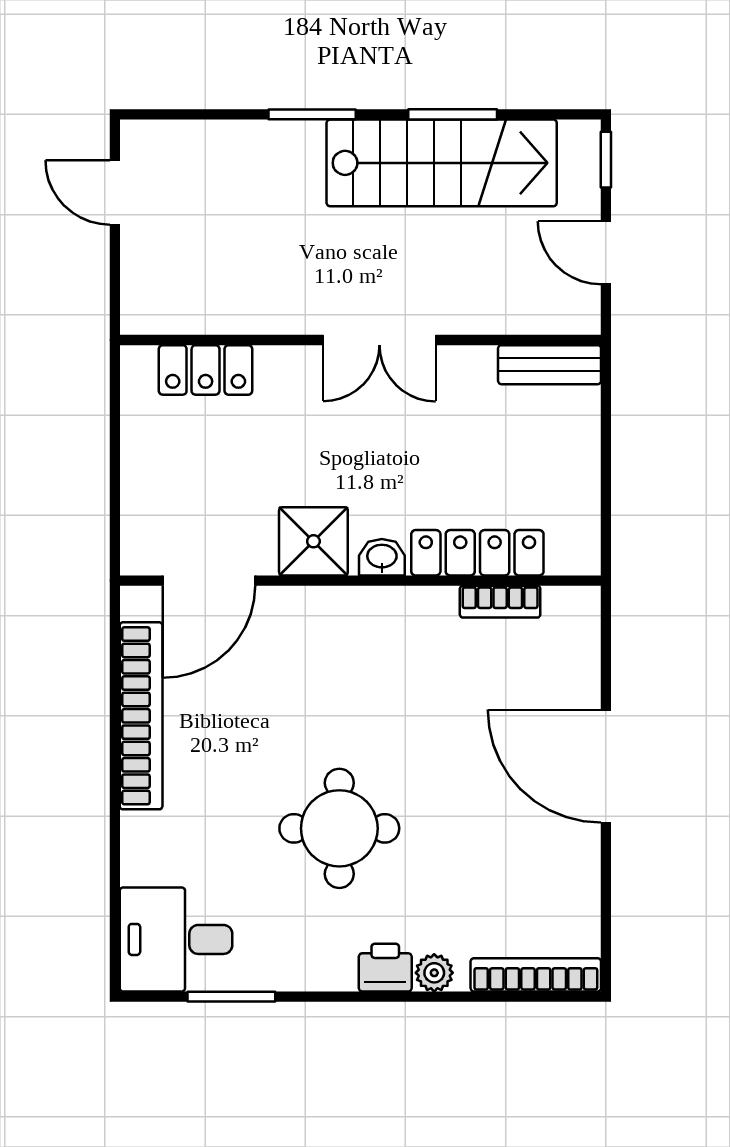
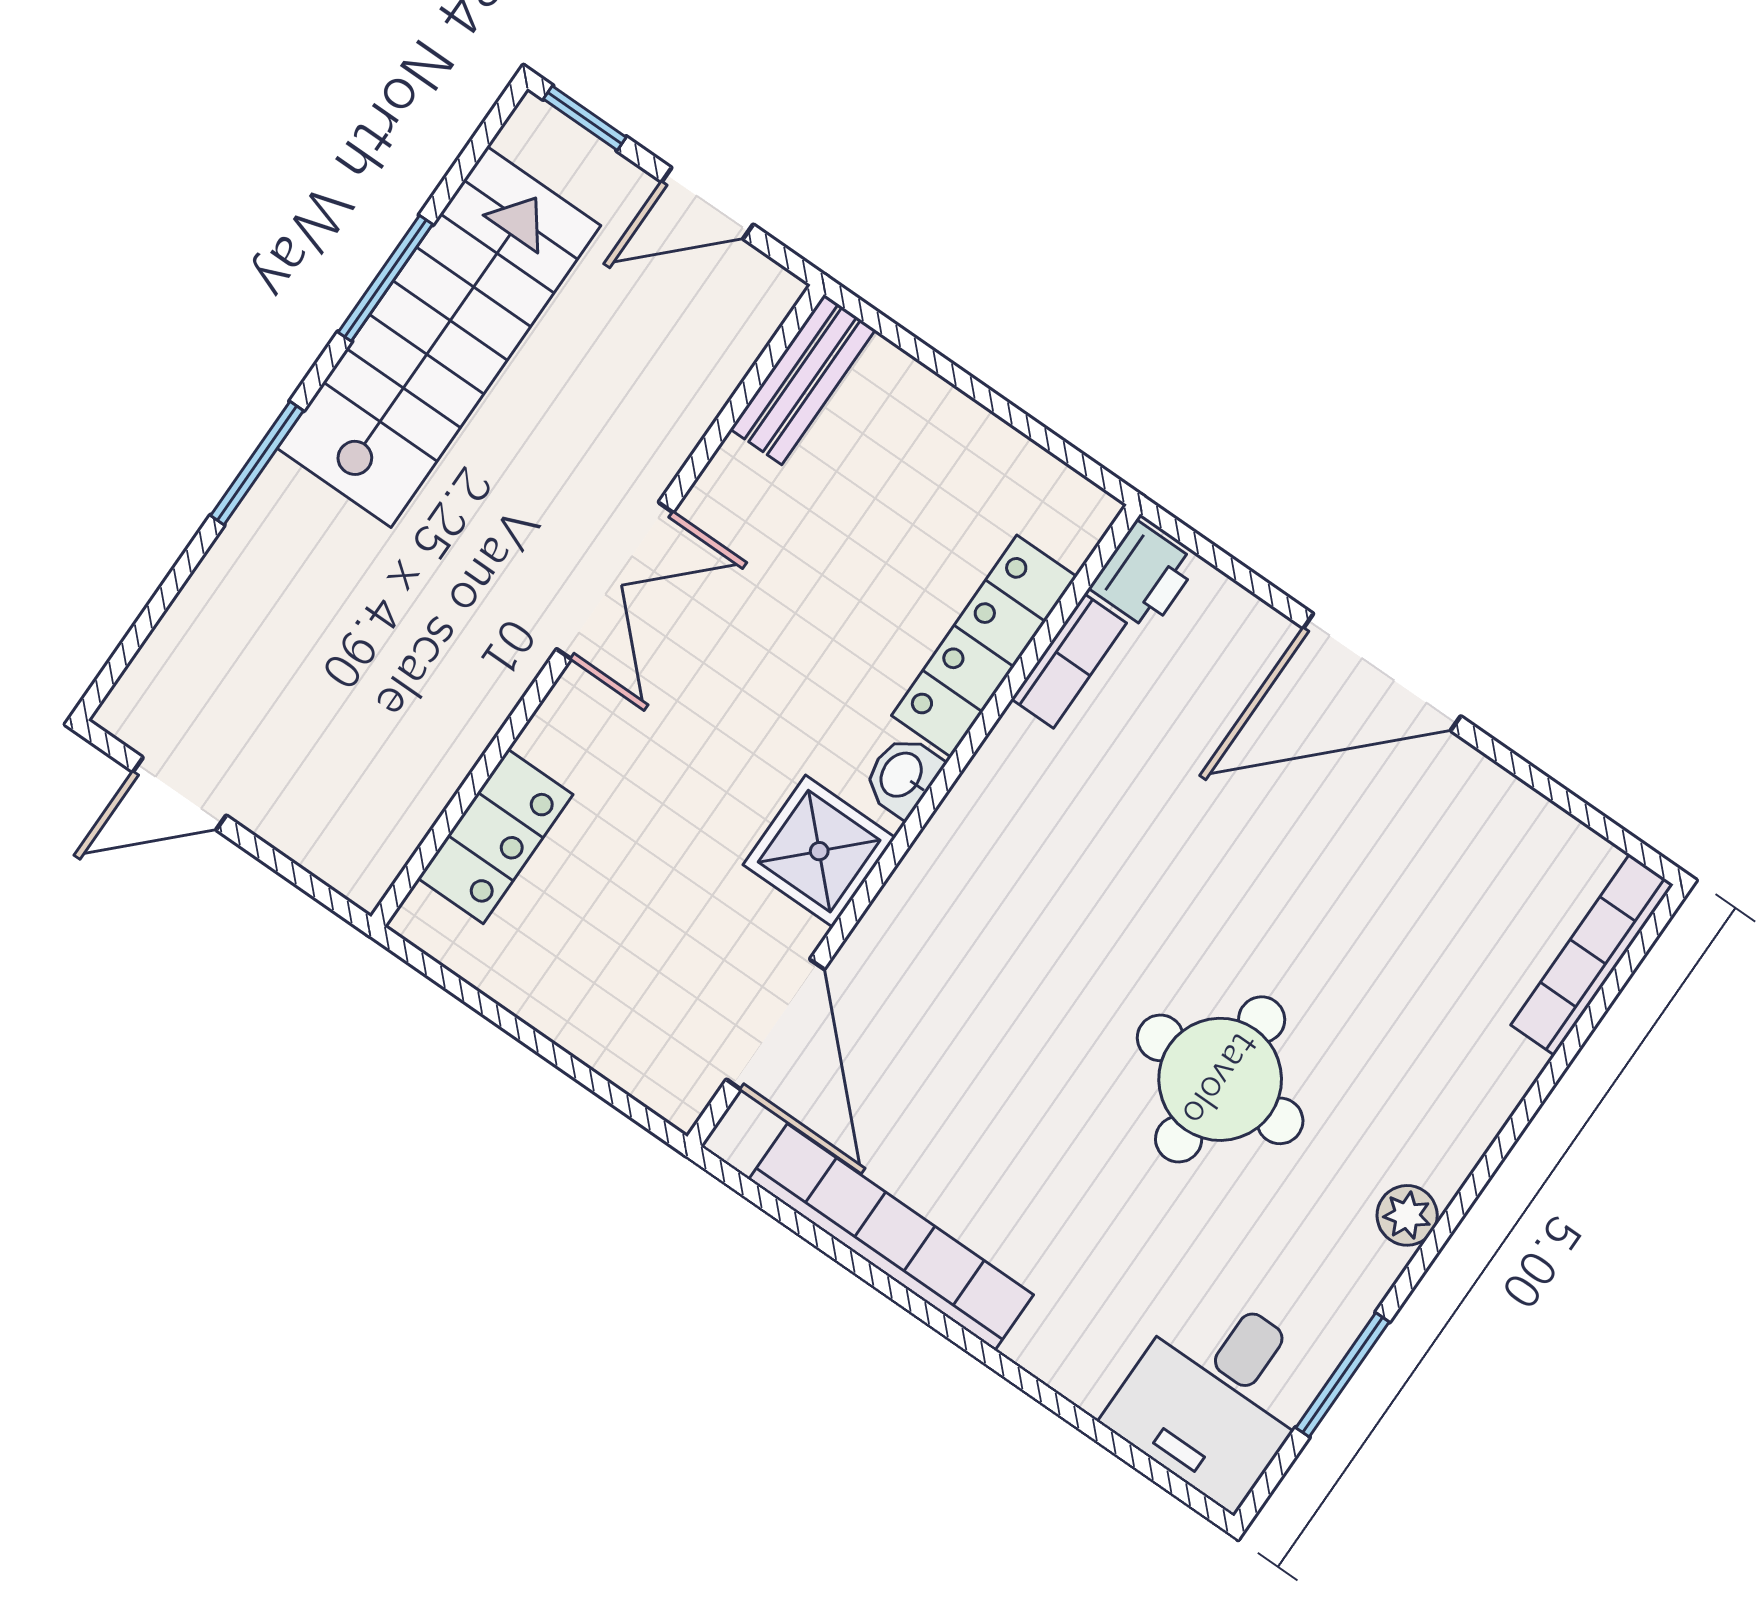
printer: (385, 968) -> (1144, 576), moved, turned 180
plant: (434, 973) -> (1407, 1215), moved

